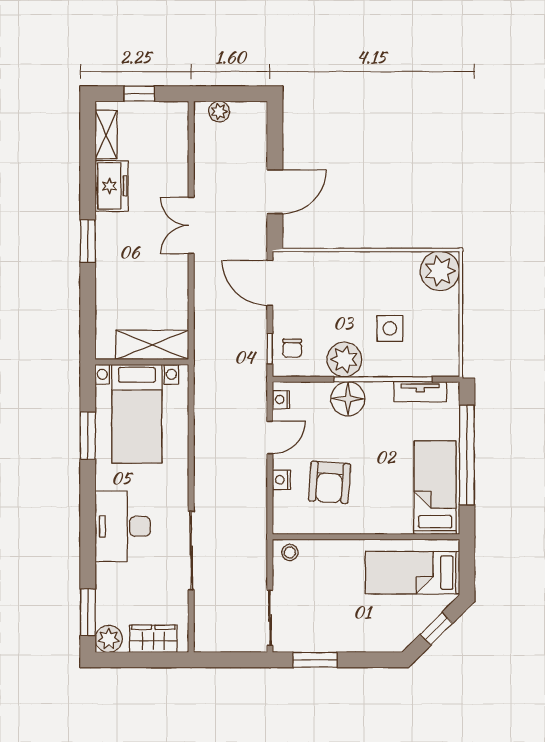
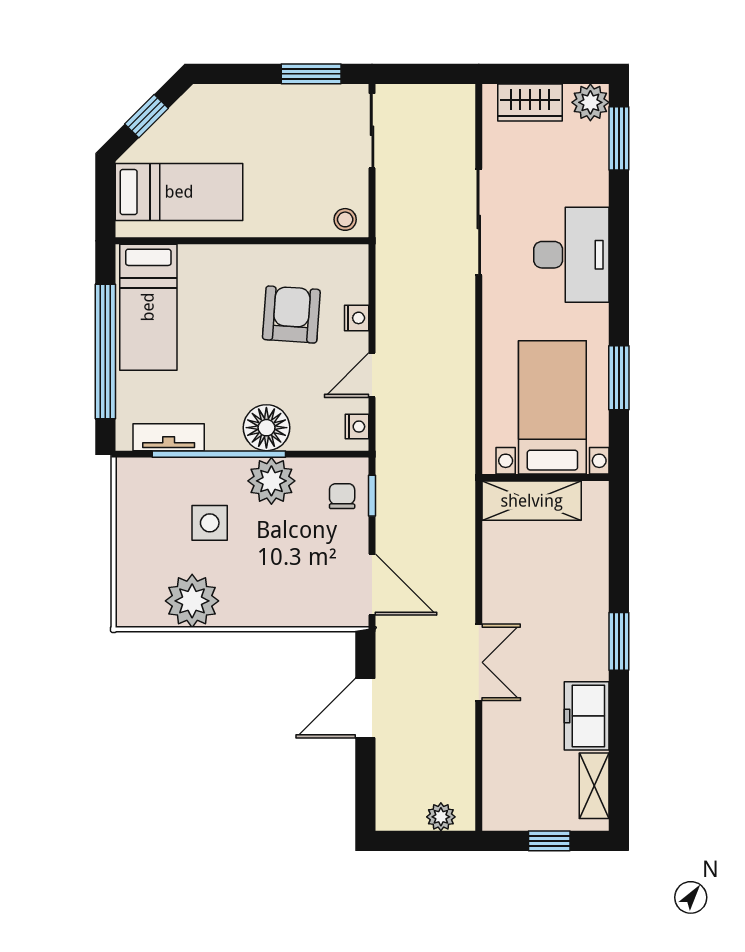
plant: (440, 271) -> (192, 601), moved

